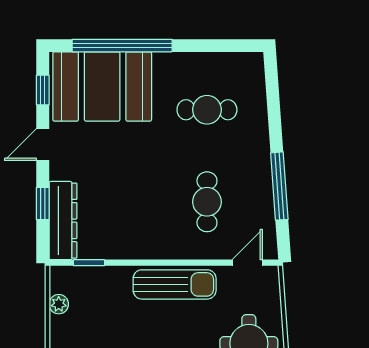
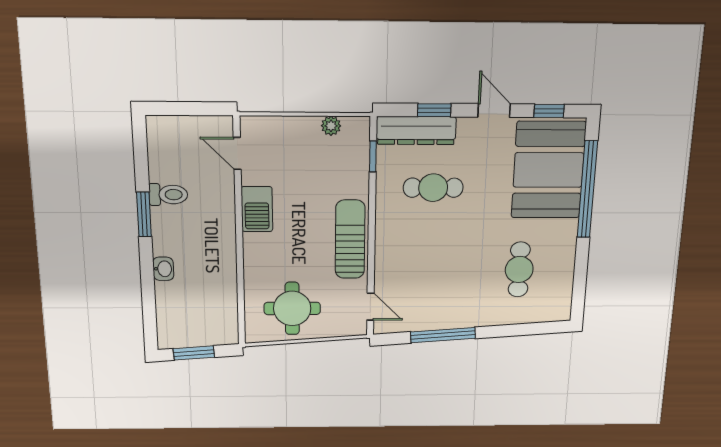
cafe table: (207, 202) -> (433, 188), moved
sun lounger: (175, 284) -> (350, 239), turned 180

